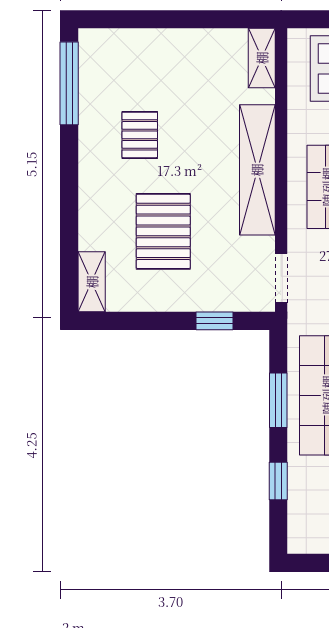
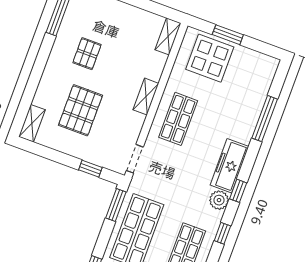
shelving: (257, 170) -> (146, 97), width x0.45, depth x0.75
window: (278, 400) -> (116, 205), moved

